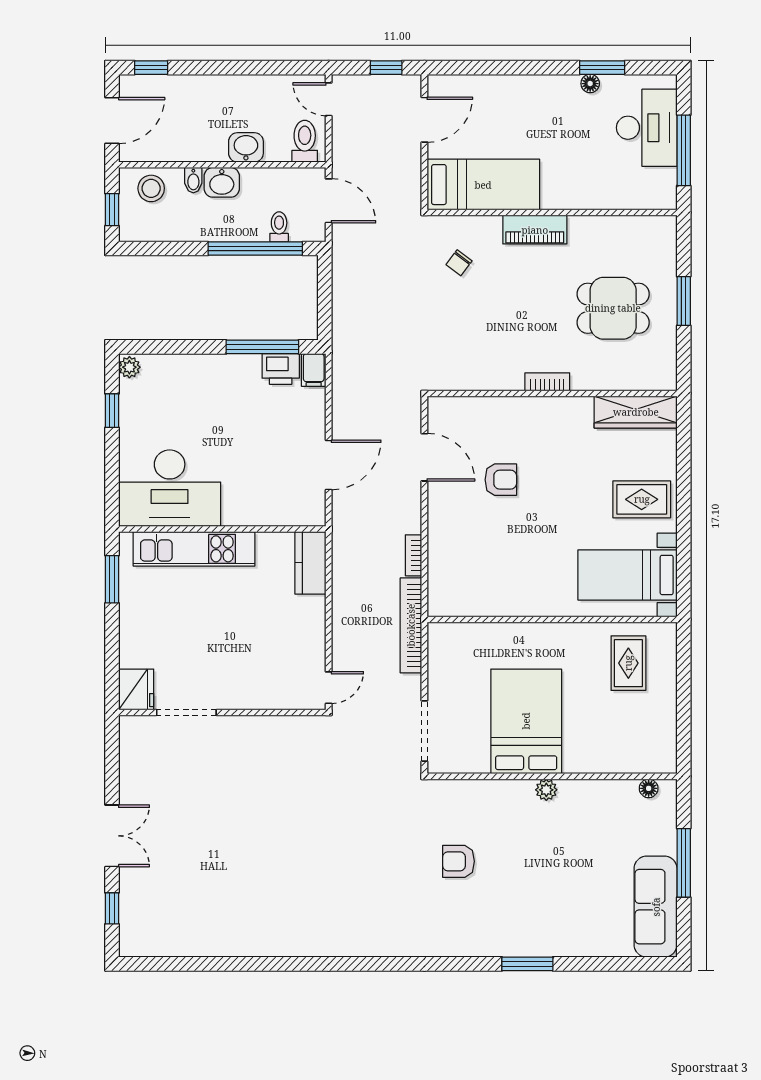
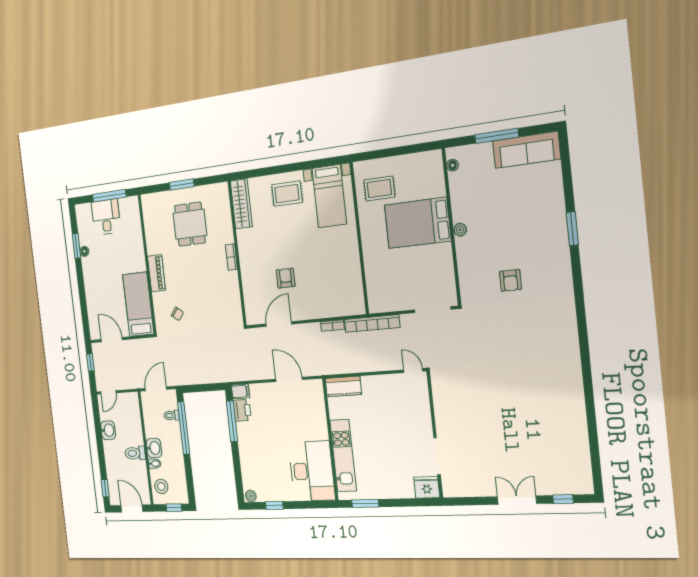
desk: (647, 128) -> (106, 217), width x0.73
toilet: (305, 141) -> (135, 453), moved
washbasin: (246, 147) -> (108, 430), moved, turned 180
rug: (642, 499) -> (287, 194), turned 90
bed: (526, 721) -> (418, 223), moved

